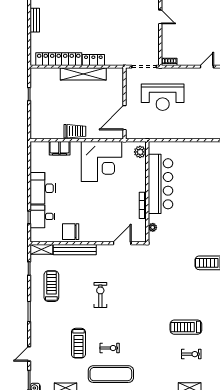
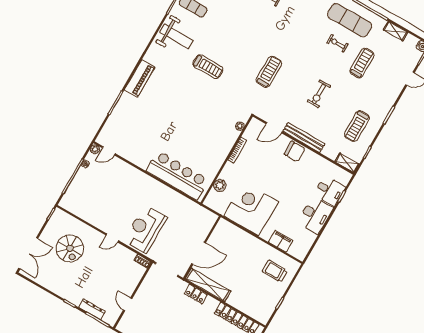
locker: (93, 60) -> (196, 294), moved
shelving: (83, 74) -> (208, 285), moved
reception desk: (163, 97) -> (145, 229), moved, turned -90
door: (125, 118) -> (199, 253), moved
trolley: (75, 131) -> (275, 271), moved
plant: (140, 152) -> (220, 185), moved
bar counter: (161, 184) -> (177, 175), moved, turned 90
chair: (71, 232) -> (295, 151), moved
bench: (75, 250) -> (304, 138), moved
treadmill: (186, 327) -> (269, 72), moved, turned -90

